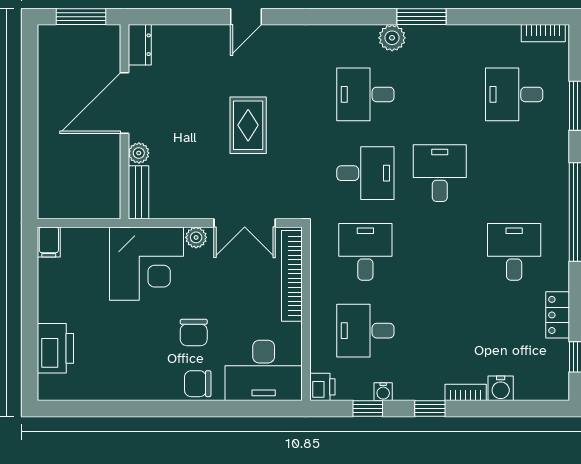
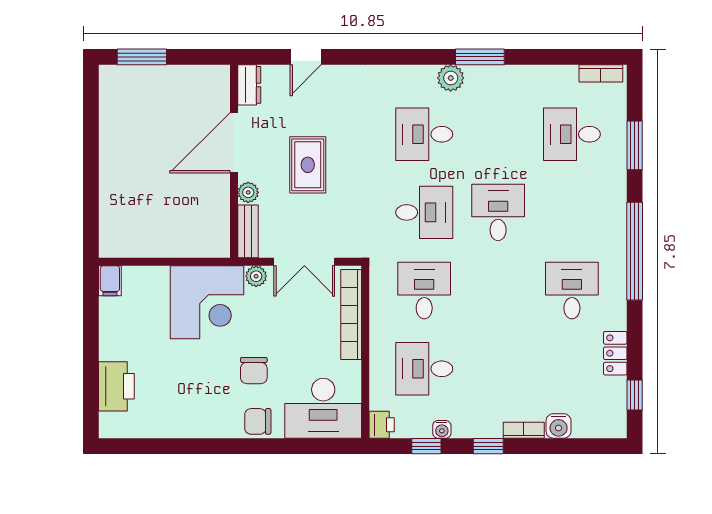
dresser: (140, 45) -> (249, 85), moved
door: (124, 103) -> (234, 143), moved
wall: (124, 122) -> (234, 161), moved
plant: (139, 153) -> (248, 192), moved
bench: (139, 192) -> (248, 231), moved

